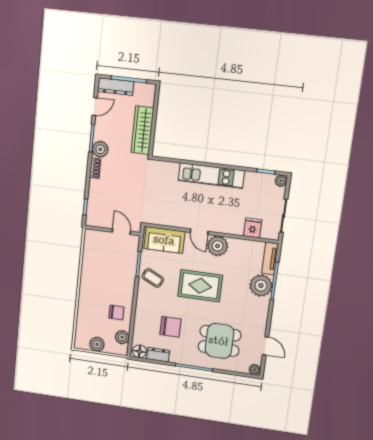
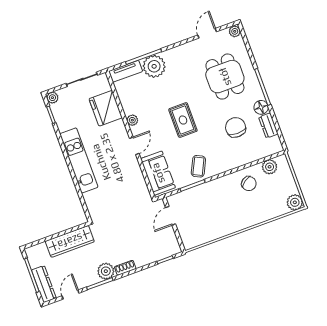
door: (95, 107) -> (71, 294), hinge flipped
fridge: (253, 228) -> (106, 108), width x1.88, depth x1.34
plant: (218, 246) -> (132, 120), width x0.53, depth x0.53
rug: (200, 286) -> (183, 120), width x0.73, depth x0.70
chair: (116, 313) -> (249, 184), turned 146
plant: (97, 344) -> (295, 202), moved
floor lamp: (140, 351) -> (261, 107), moved

